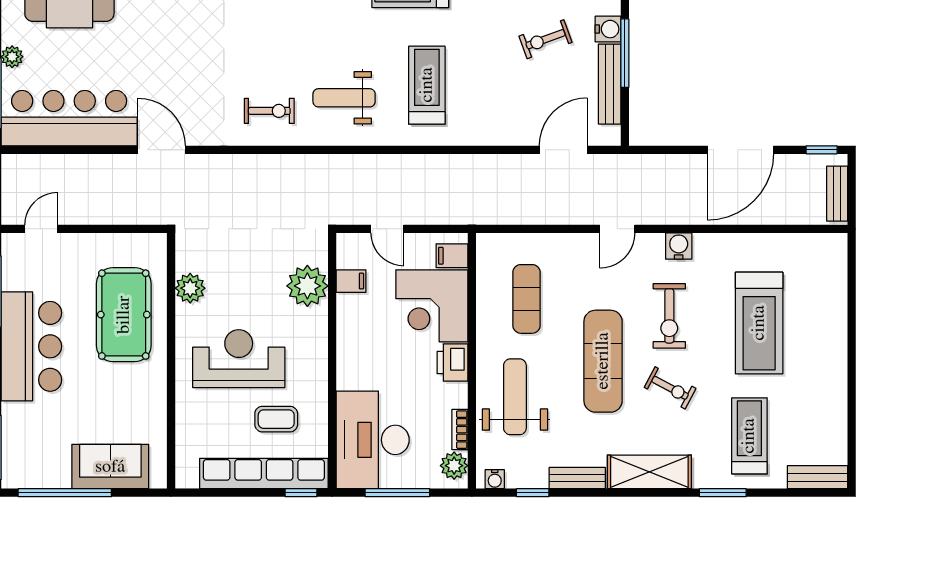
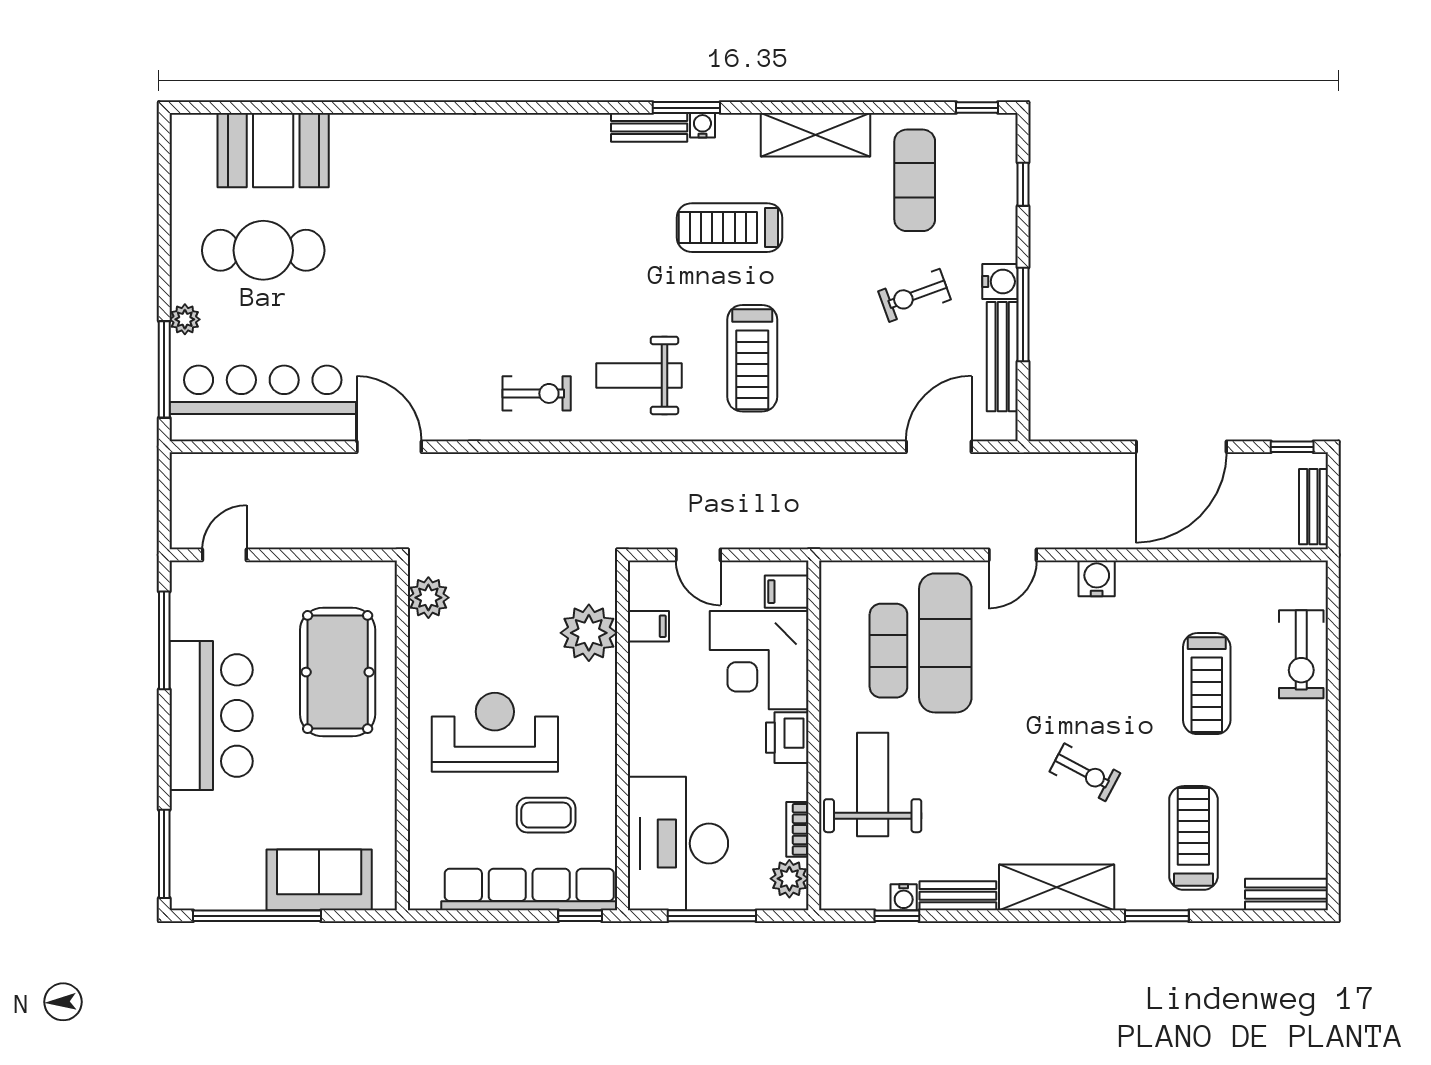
treadmill: (427, 85) -> (752, 358), turned 180
plant: (190, 288) -> (428, 598), moved
exercise bike: (669, 316) -> (1301, 654), moved
treadmill: (759, 323) -> (1207, 684), width x0.73, depth x0.73
exercise mat: (603, 361) -> (945, 643), moved
water cooler: (495, 479) -> (904, 897), moved

